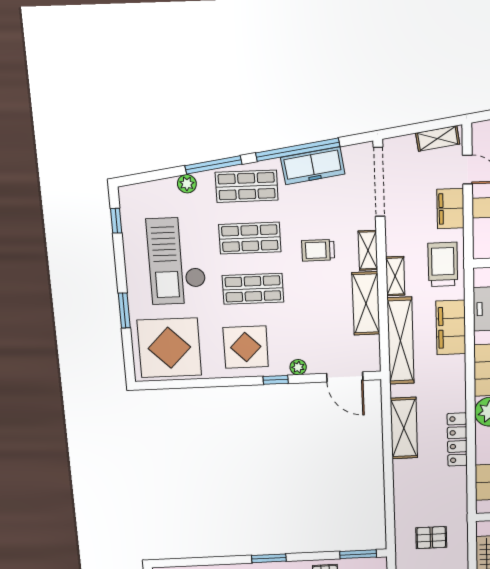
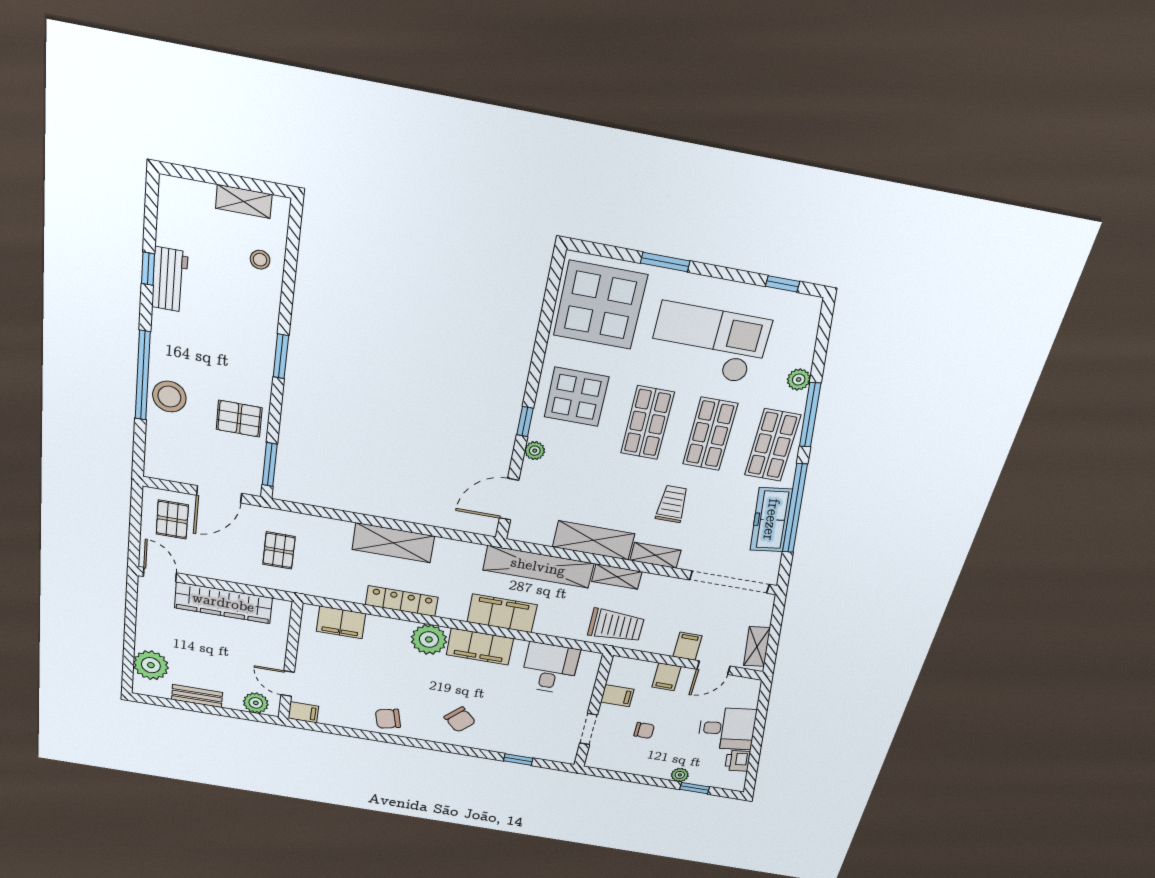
filing cabinet: (450, 209) -> (687, 646), width x0.50
filing cabinet: (451, 327) -> (502, 613), moved
shelving: (404, 428) -> (393, 543), moved

